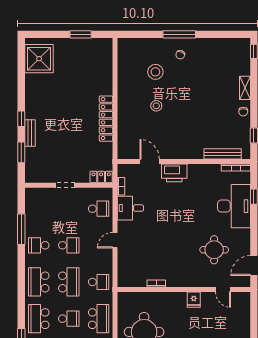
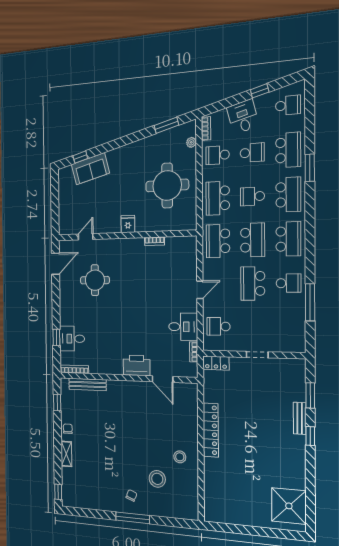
window: (81, 34) -> (240, 529), removed
stool: (156, 106) -> (180, 457), moved
desk: (234, 206) -> (72, 339), width x0.53, depth x0.77
school desk: (69, 245) -> (253, 283), width x1.85
school desk: (69, 282) -> (253, 240), turned 180
school desk: (99, 282) -> (218, 241), width x1.85
door: (223, 290) -> (86, 237), hinge flipped
fridge: (194, 300) -> (128, 224), moved

